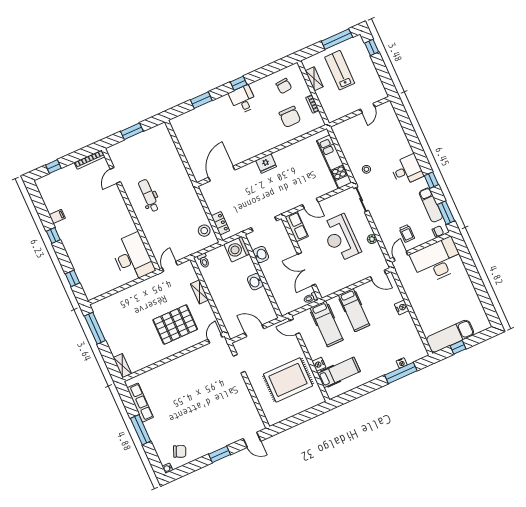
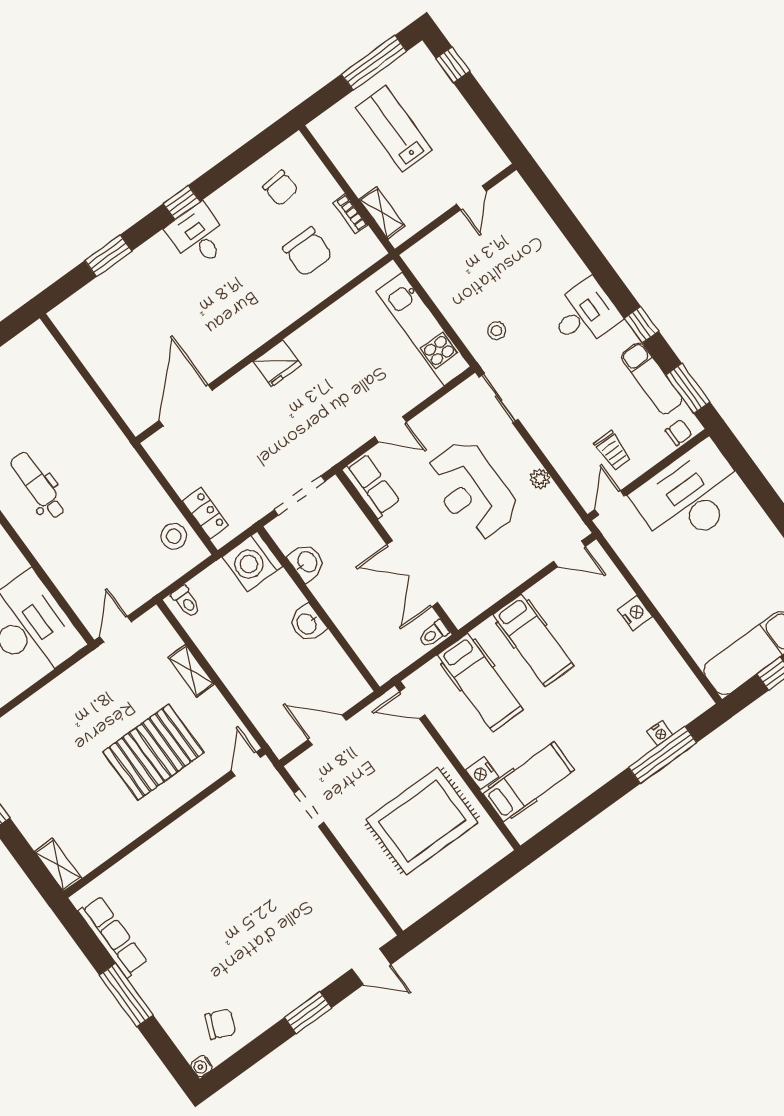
shelving: (314, 79) -> (382, 213), moved

